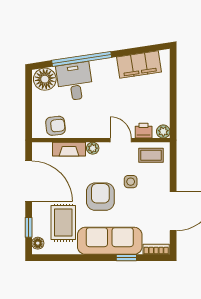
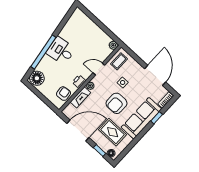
filing cabinet: (139, 64) -> (71, 27), removed
desk: (75, 82) -> (61, 51), moved
printer: (144, 131) -> (79, 81), moved
armchair: (100, 197) -> (116, 103), turned -90

